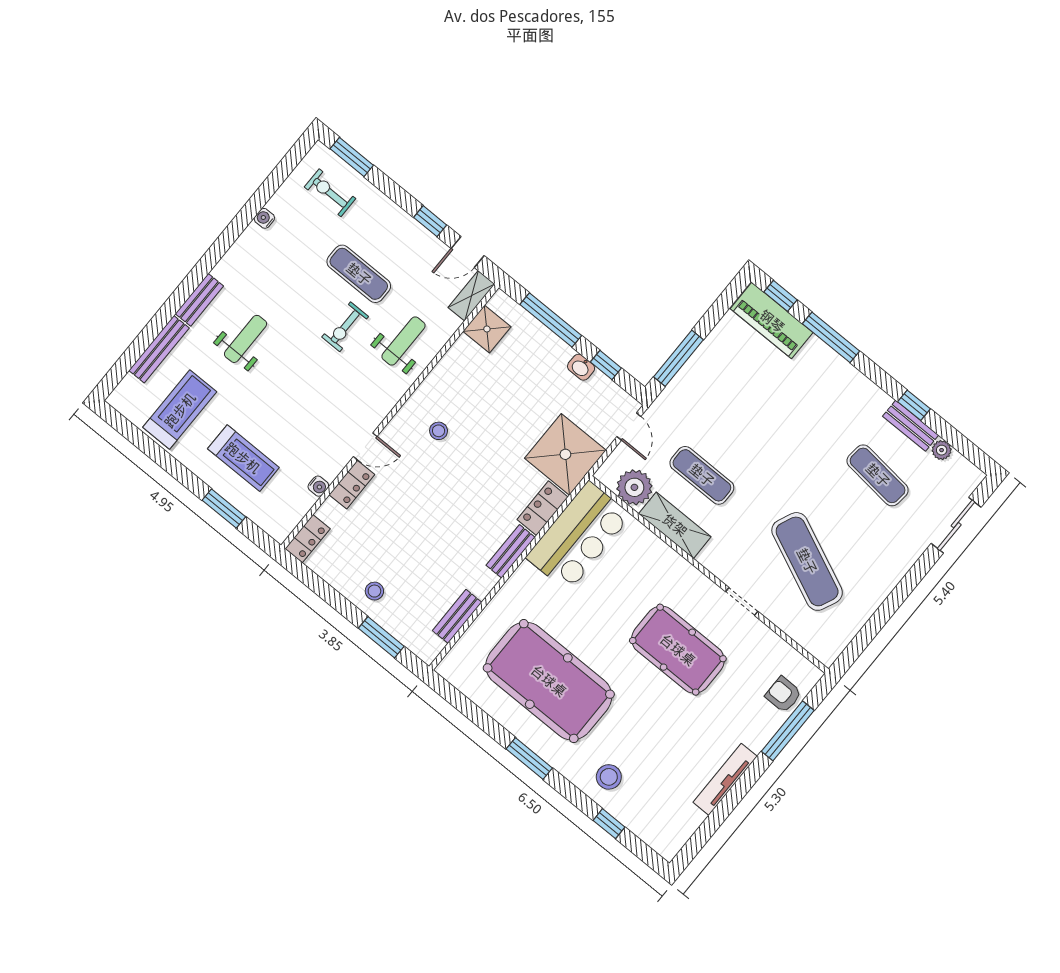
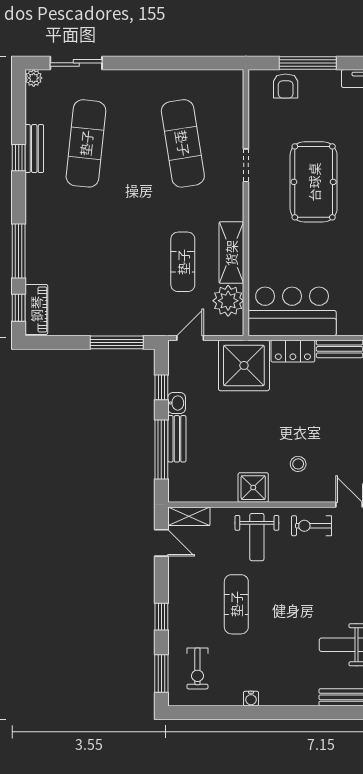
window: (430, 221) -> (161, 617), moved
piano: (772, 321) -> (36, 309), width x0.73, depth x0.75
exercise bike: (345, 327) -> (312, 526), moved, turned 180
shower: (487, 329) -> (253, 488), moved
weight bench: (403, 341) -> (257, 537), turned -90
bench: (549, 341) -> (177, 439), added
plant: (942, 450) -> (34, 78), moved
exercise mat: (878, 475) -> (86, 143), width x1.36, depth x1.45
exercise mat: (807, 561) -> (183, 143), turned -33

